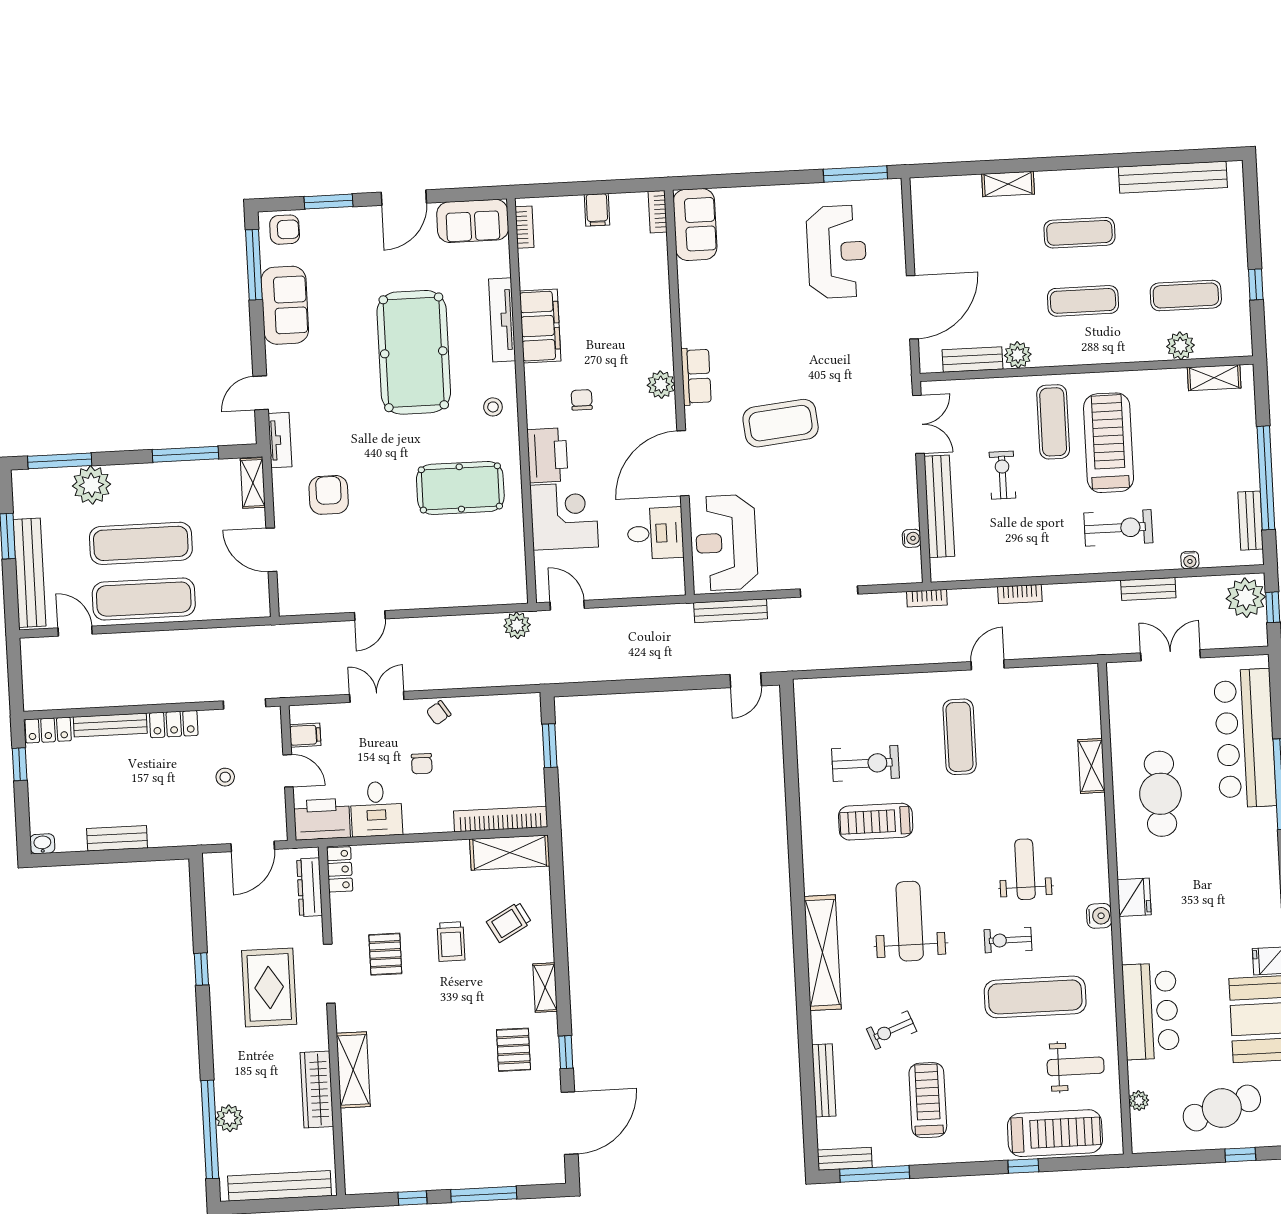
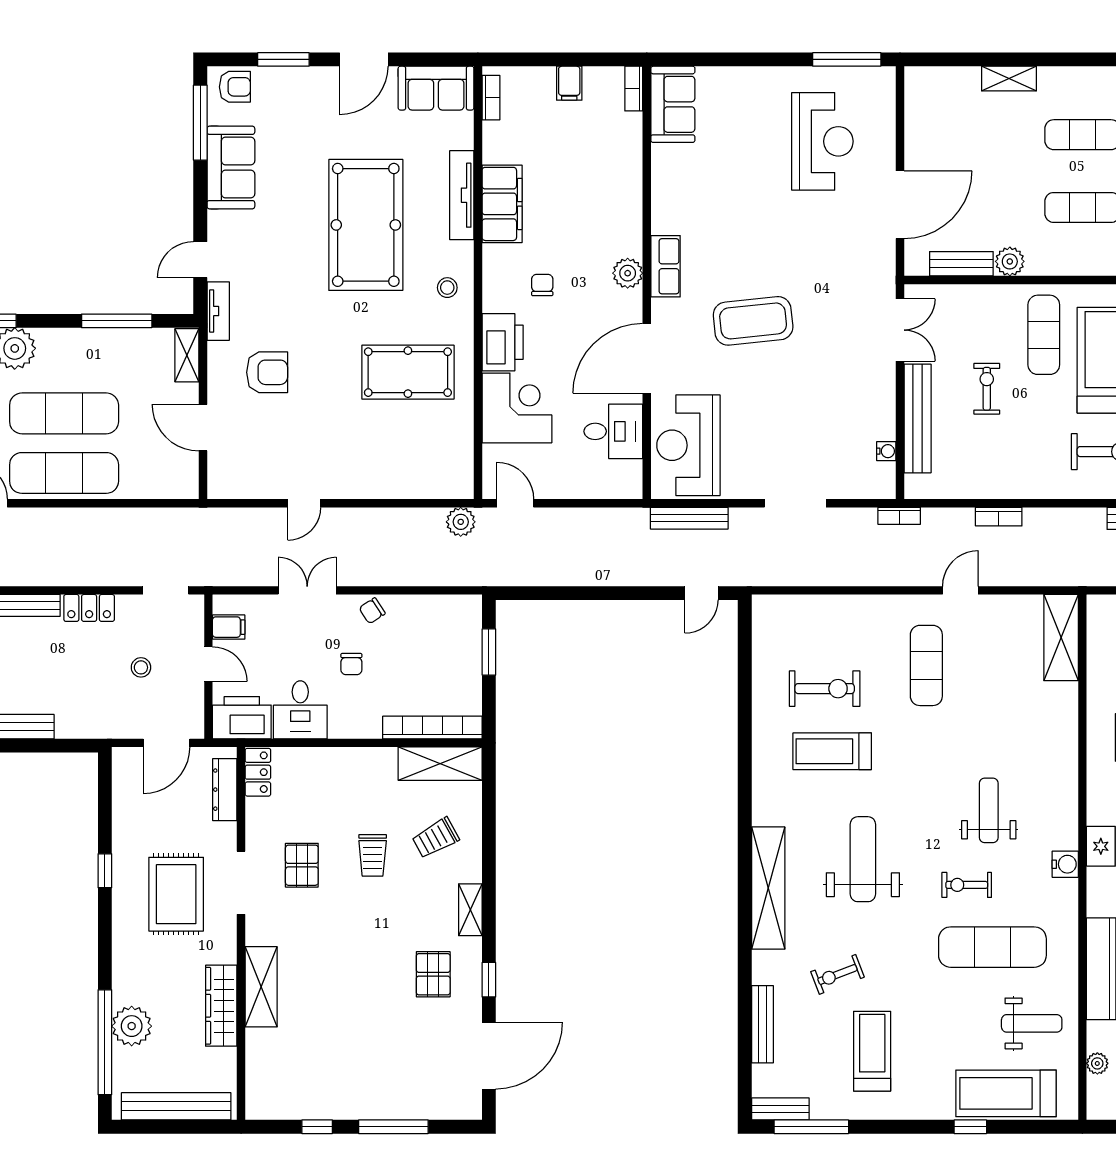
armchair: (329, 495) -> (267, 372), turned 90
shelving: (1091, 766) -> (1061, 638), moved, width x1.50, depth x1.33
plant: (229, 1118) -> (132, 1026), width x1.36, depth x1.36
treadmill: (1055, 1133) -> (1006, 1093), turned 180

